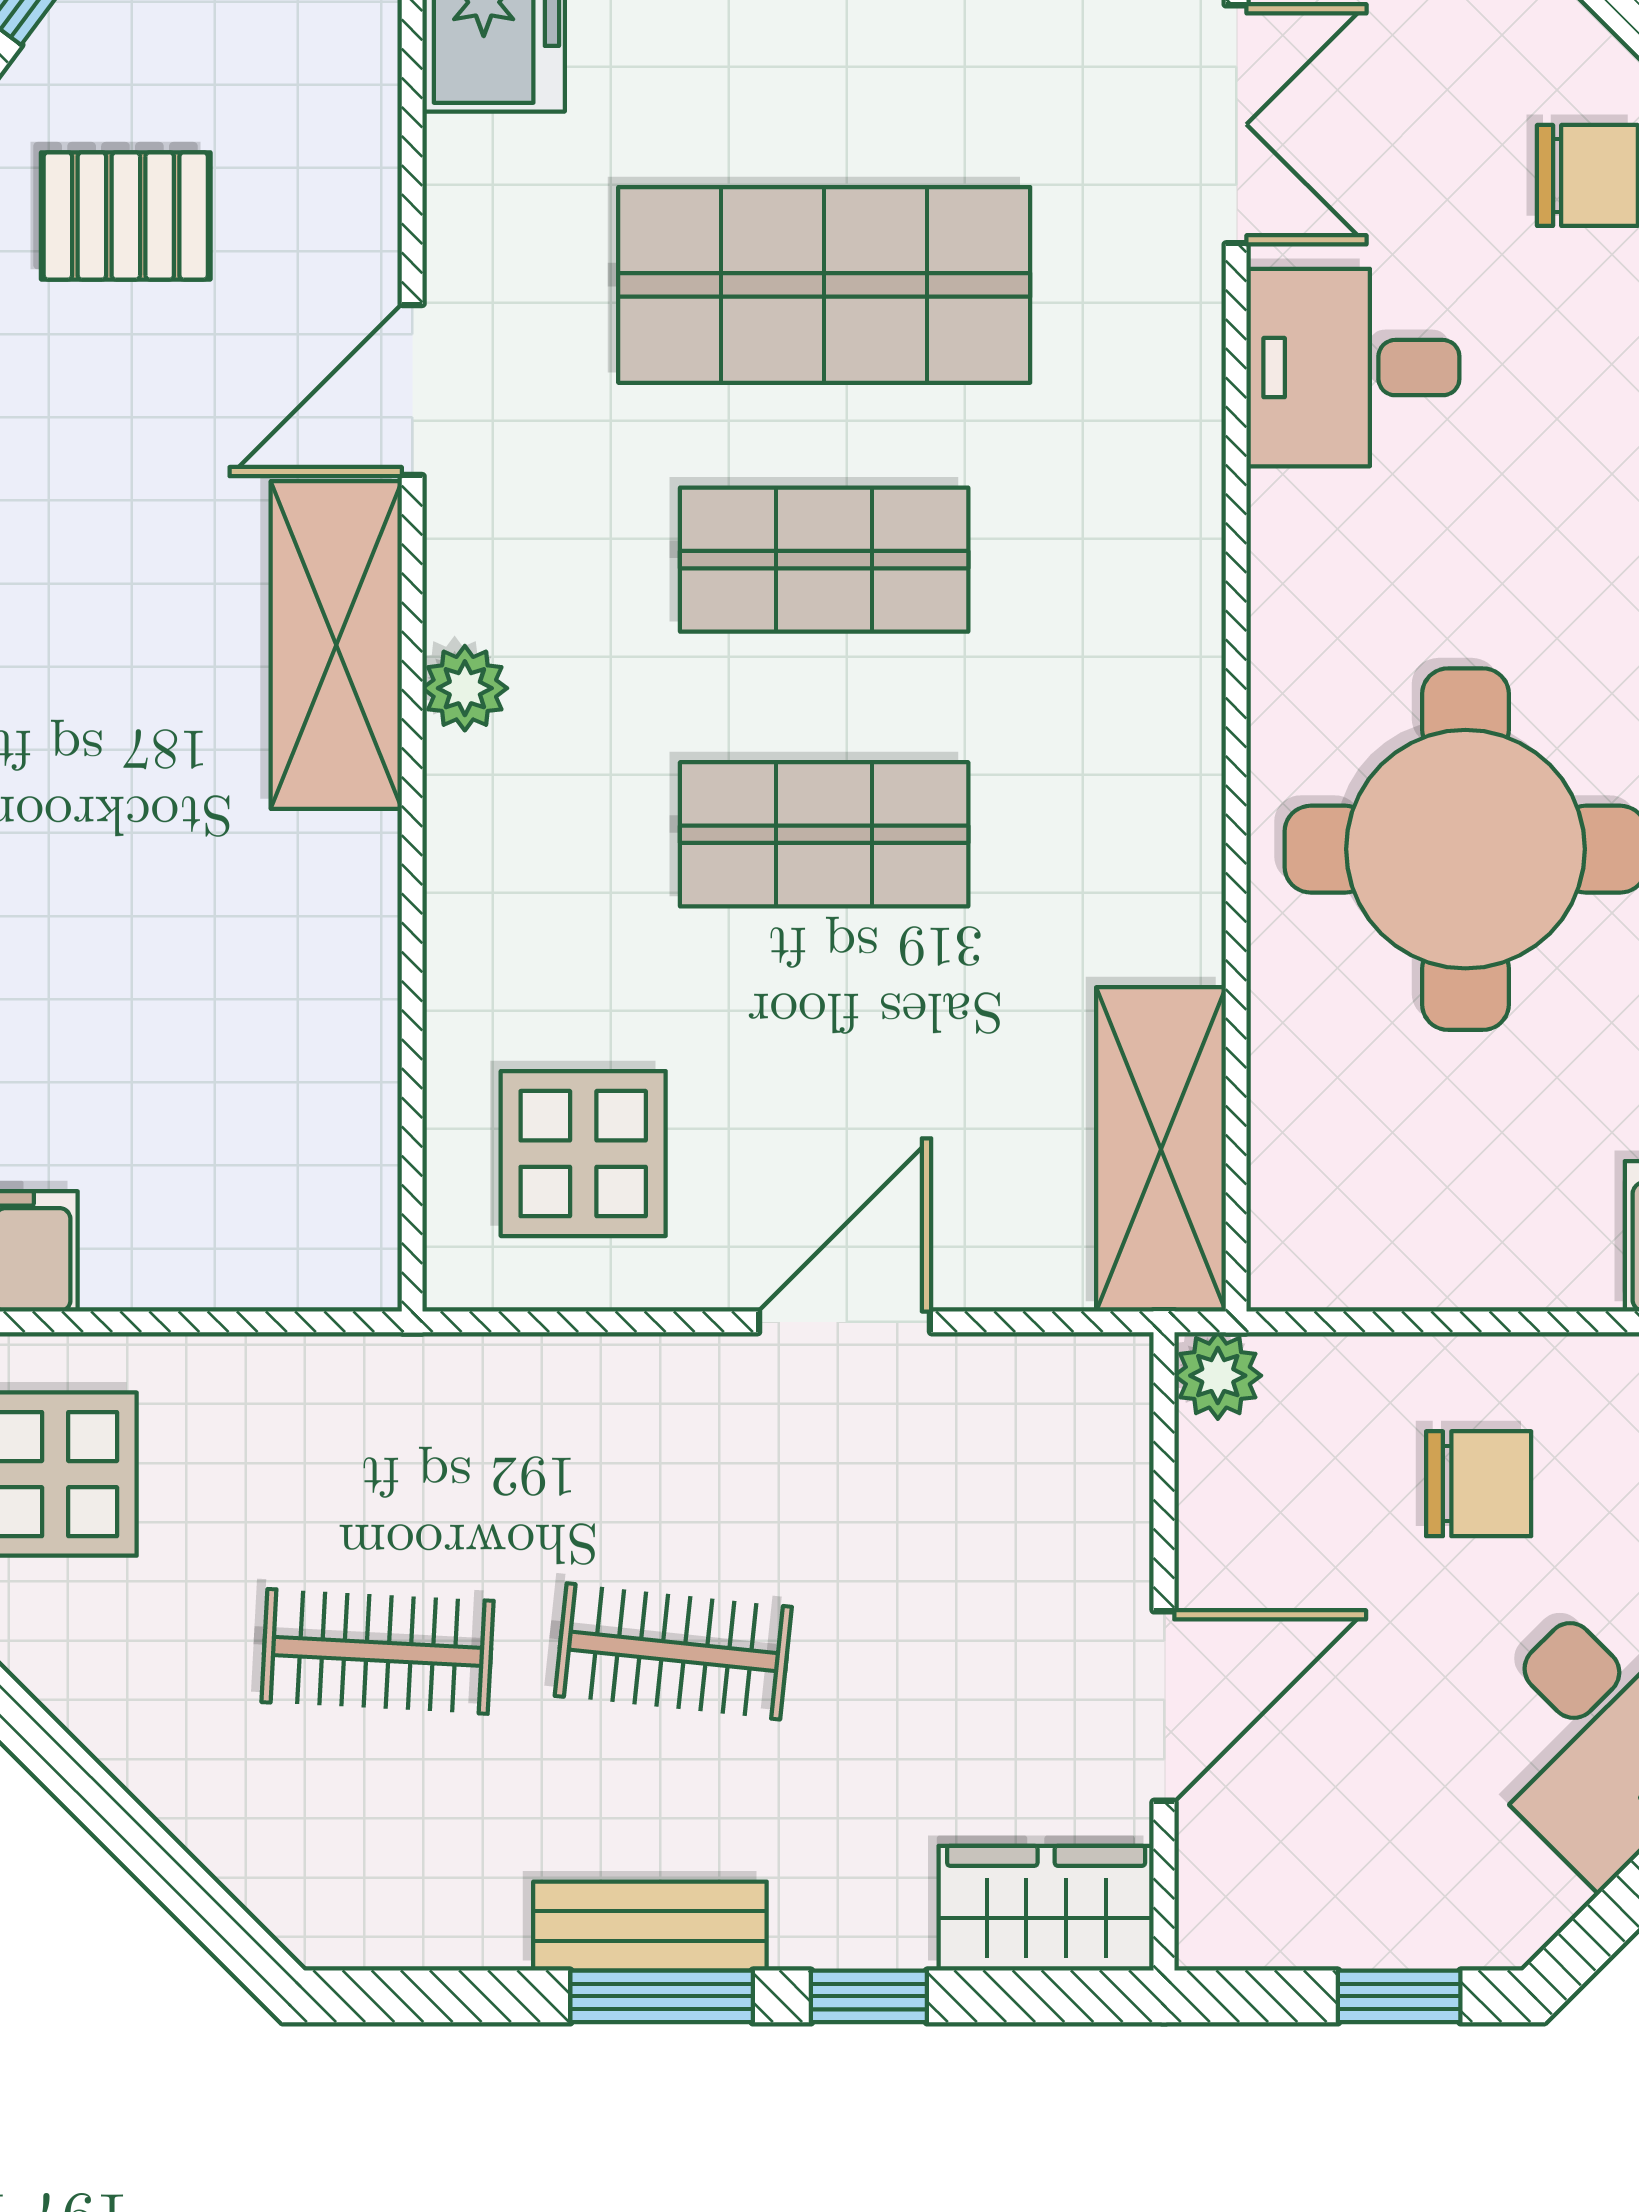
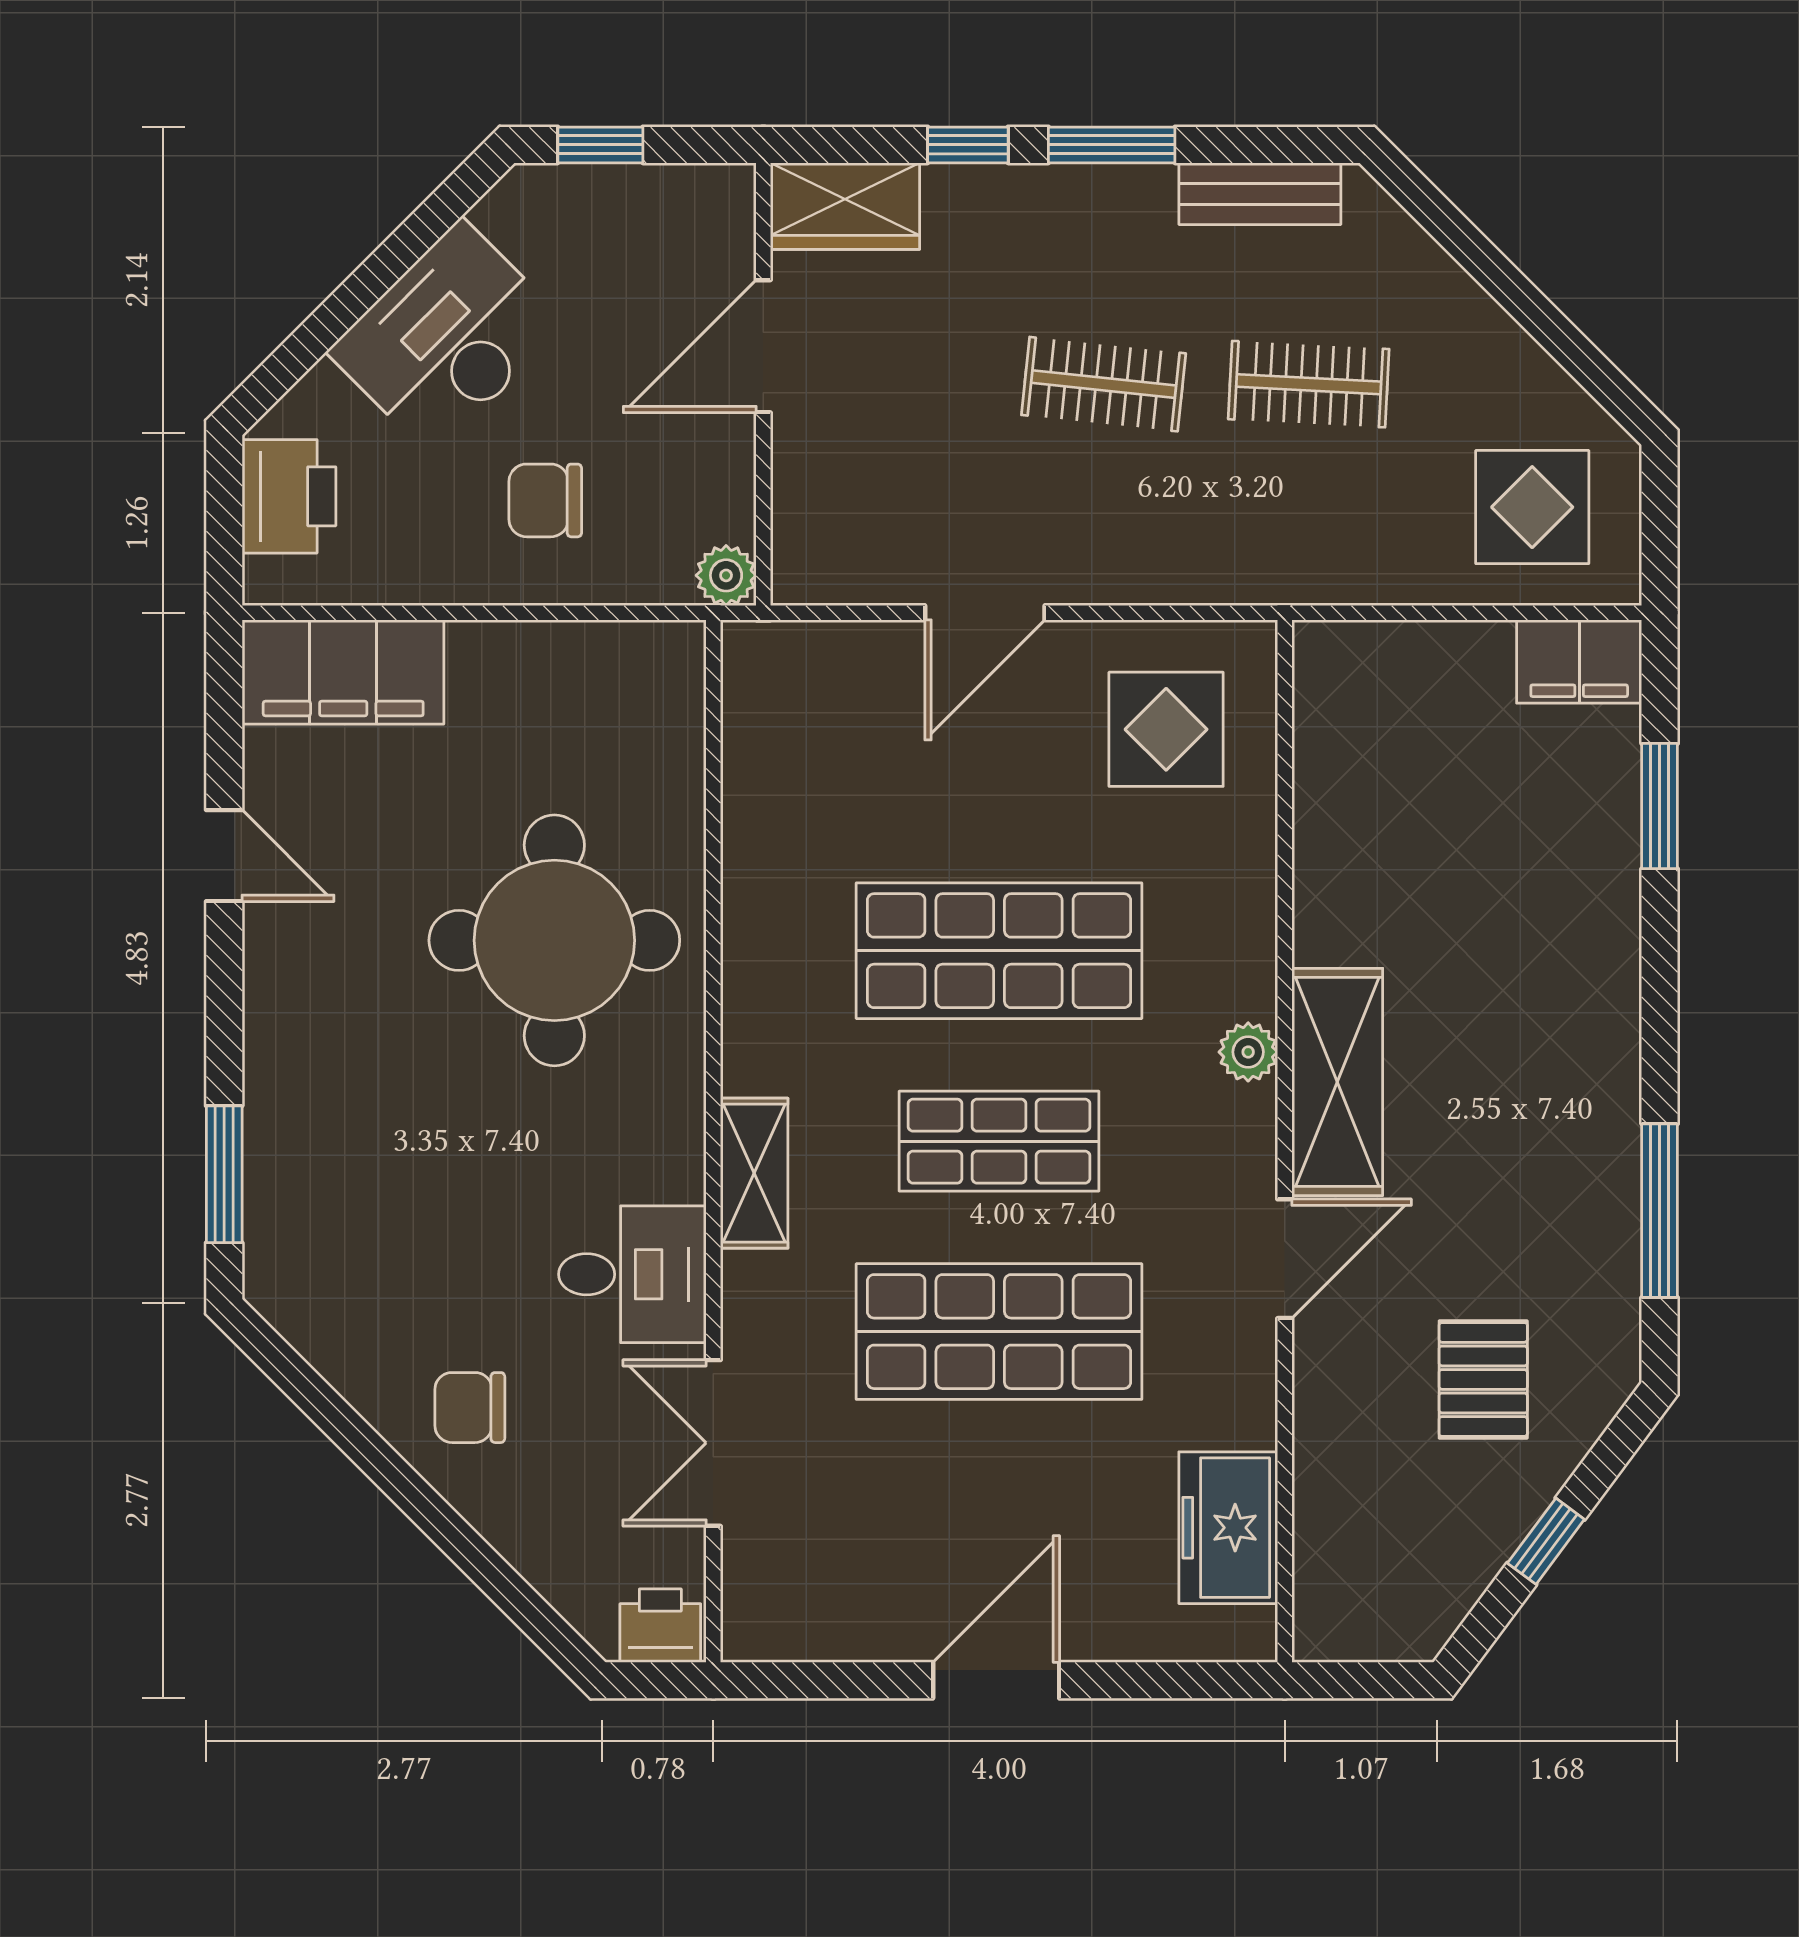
pallet: (126, 216) -> (1483, 1379), turned 90
shop shelf: (824, 834) -> (999, 951), width x1.43, depth x1.36
shelving: (1161, 1149) -> (754, 1173), moved, width x0.67, depth x0.75
bench: (650, 1926) -> (1260, 194), moved

